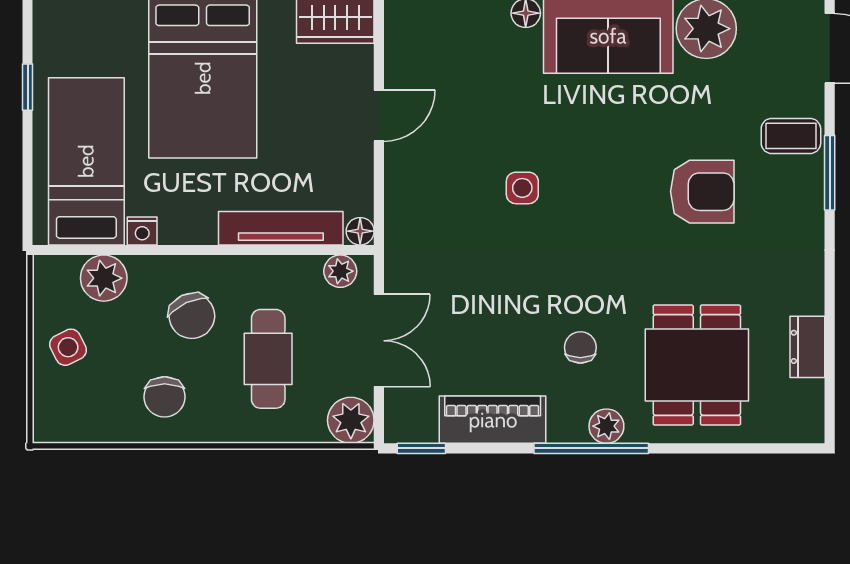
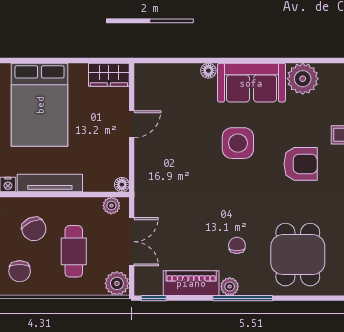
side table: (522, 188) -> (238, 143), moved, width x1.87, depth x1.87
tv unit: (281, 228) -> (50, 183), moved
plant: (606, 426) -> (230, 286), moved

